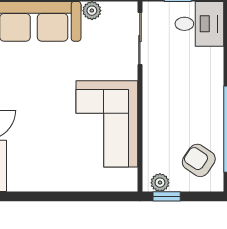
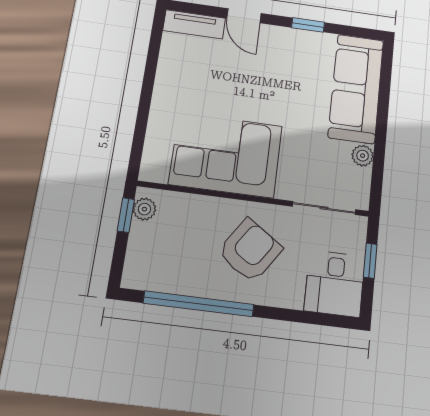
armchair: (199, 160) -> (250, 250), moved, width x1.38, depth x1.38

